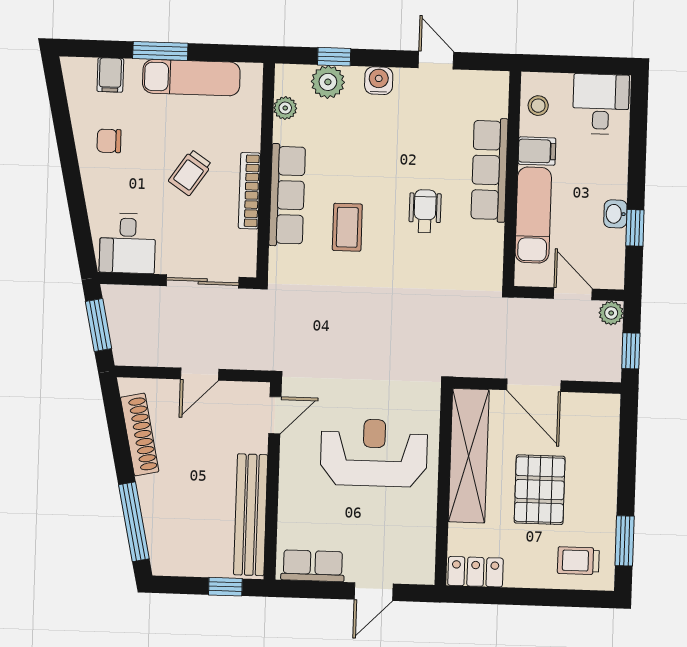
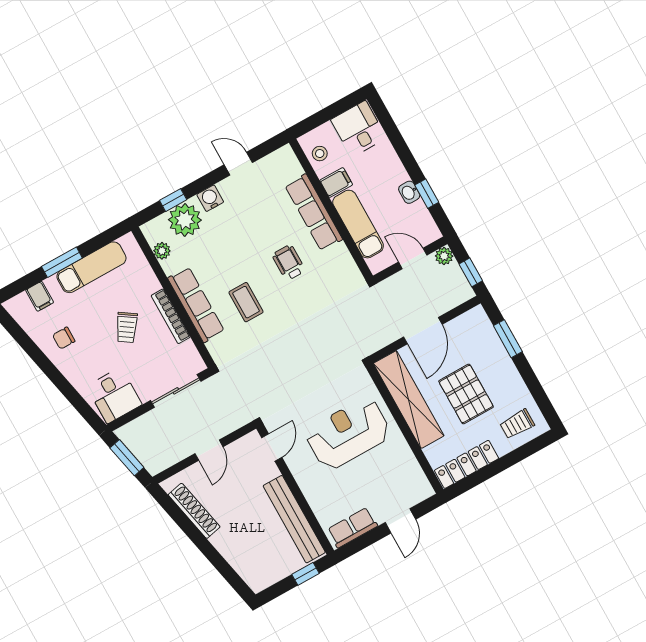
plant: (328, 82) -> (185, 220), width x1.36, depth x1.36
door: (534, 385) -> (423, 331), hinge flipped
window: (134, 522) -> (224, 568), removed
window: (625, 541) -> (508, 339), moved
locker: (475, 572) -> (467, 464), width x1.53

